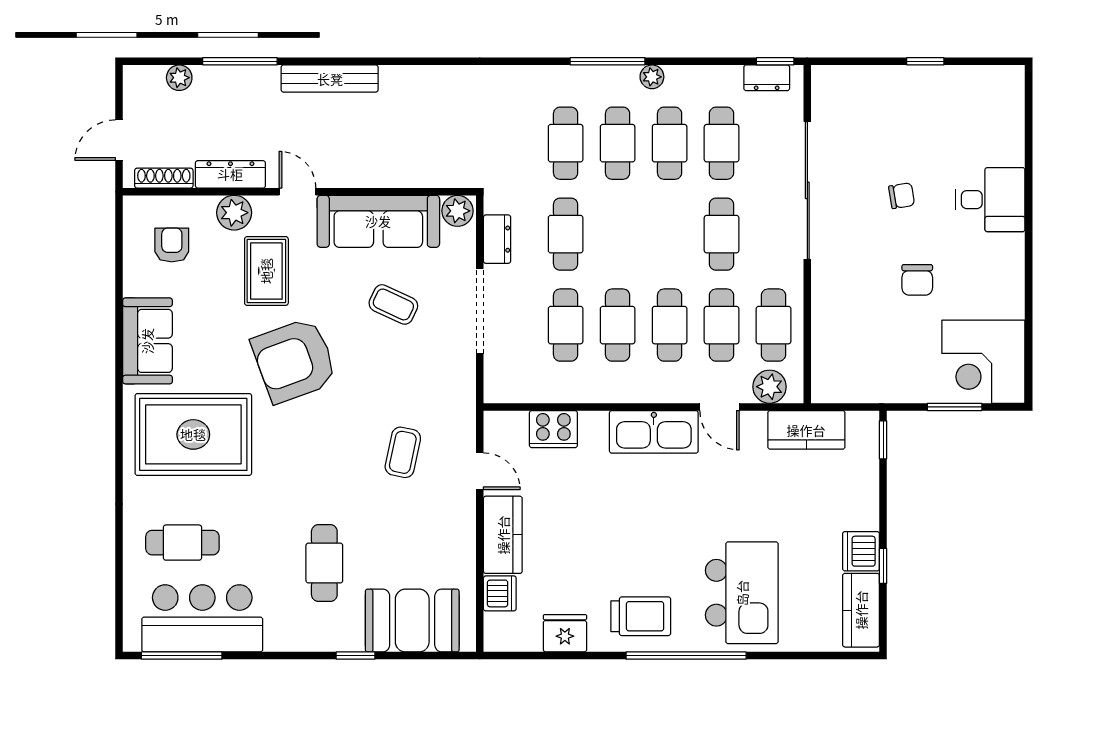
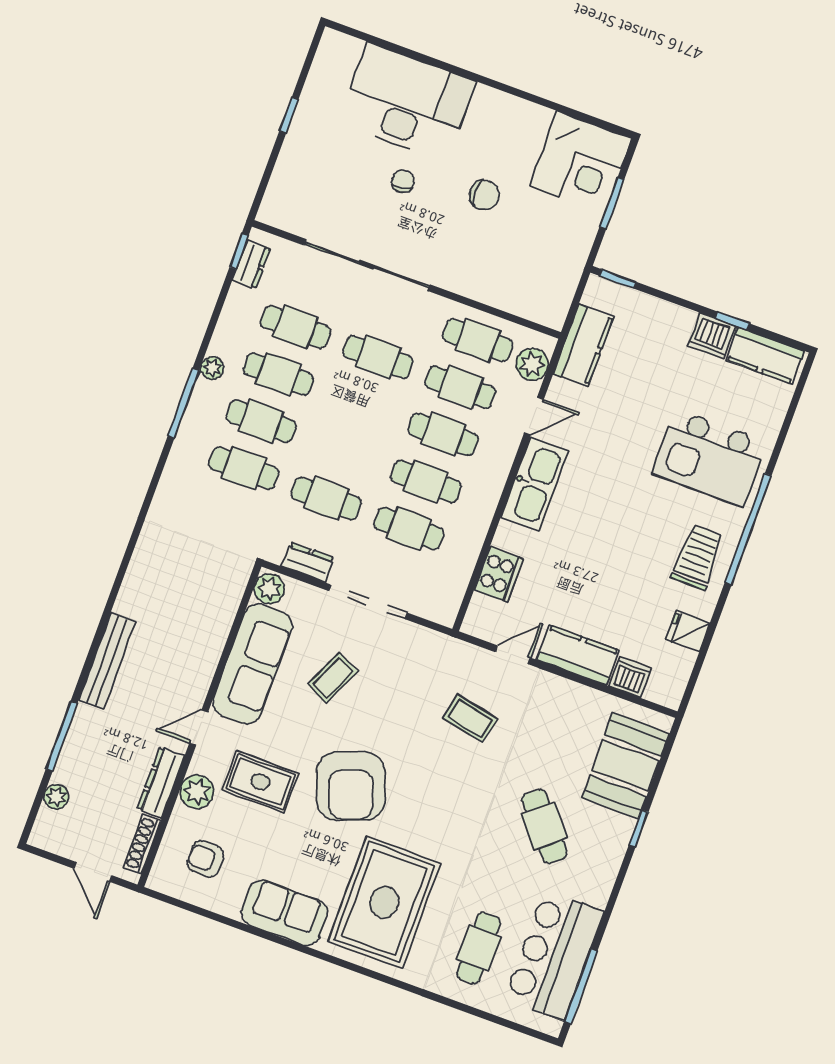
desk: (990, 200) -> (407, 102), width x1.87, depth x1.30
cafe table: (324, 563) -> (544, 826), turned 50
kitchen island: (742, 593) -> (710, 458), turned 180
fridge: (565, 633) -> (688, 631), width x0.72

